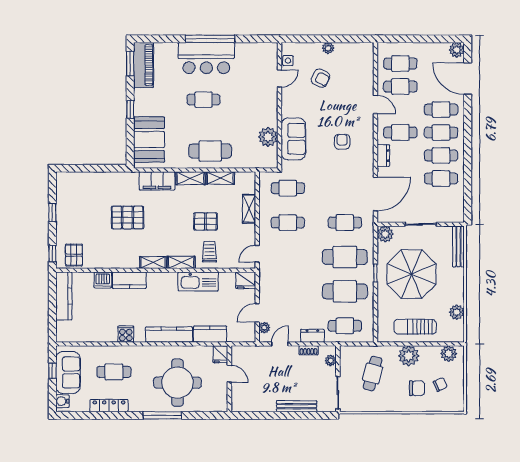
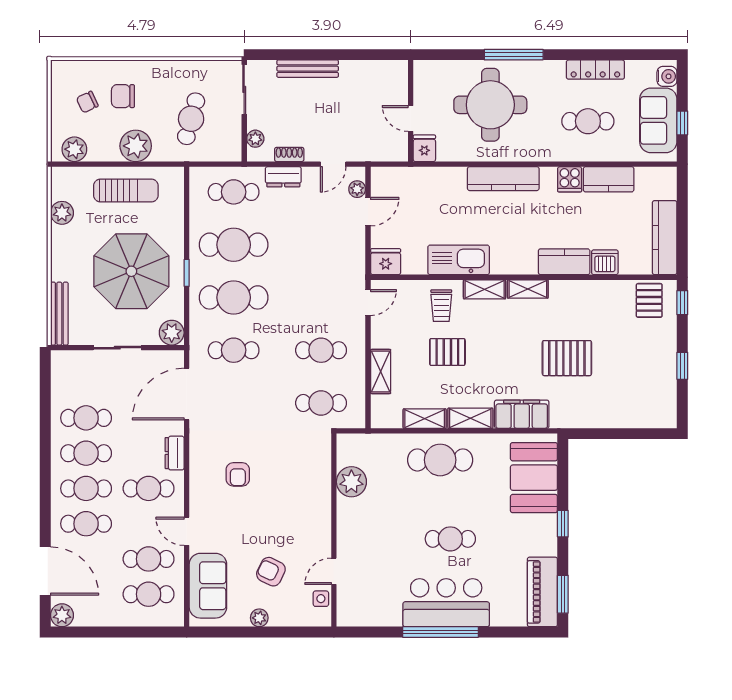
sofa: (293, 139) -> (208, 586), moved, turned 180
kitchen counter: (210, 334) -> (609, 179), moved

